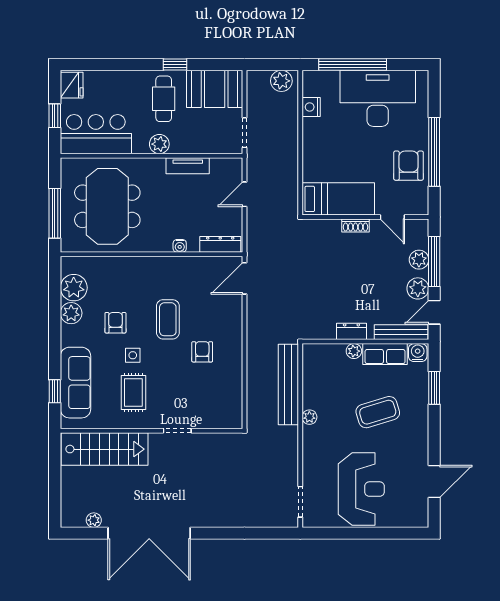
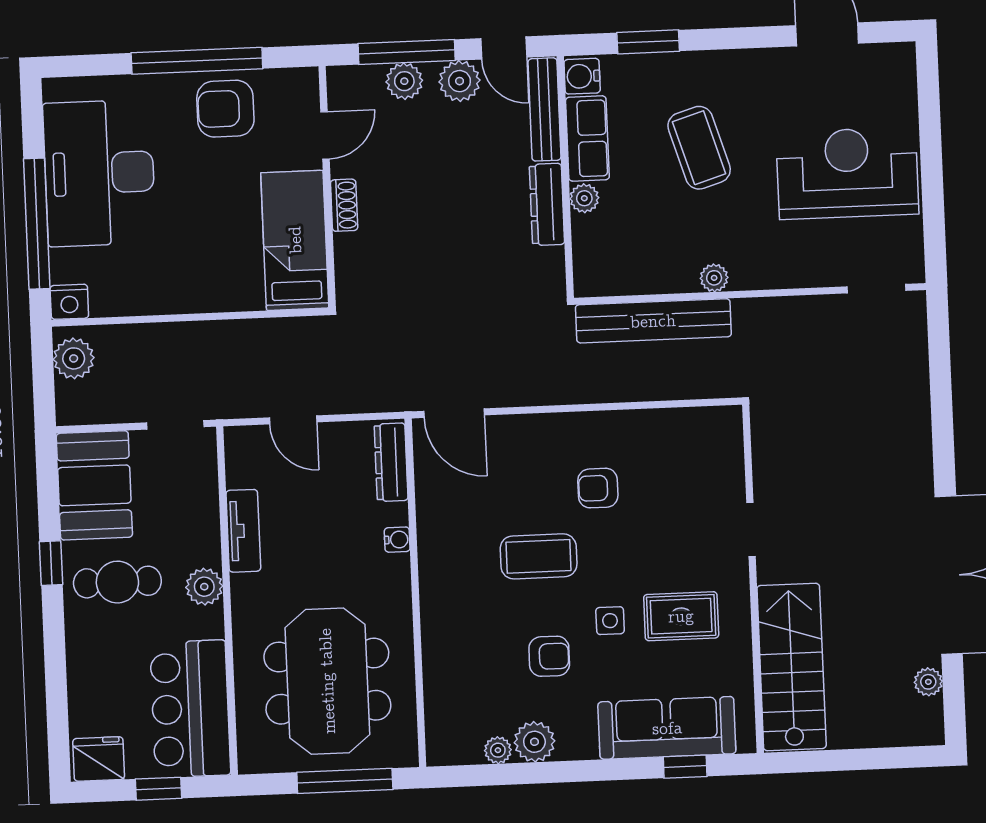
nightstand: (311, 107) -> (69, 302), moved
meeting table: (107, 206) -> (327, 681), turned 90
plant: (74, 288) -> (498, 750), width x0.53, depth x0.53
armchair: (115, 323) -> (549, 656), turned 180
dresser: (351, 331) -> (547, 204), width x1.44

